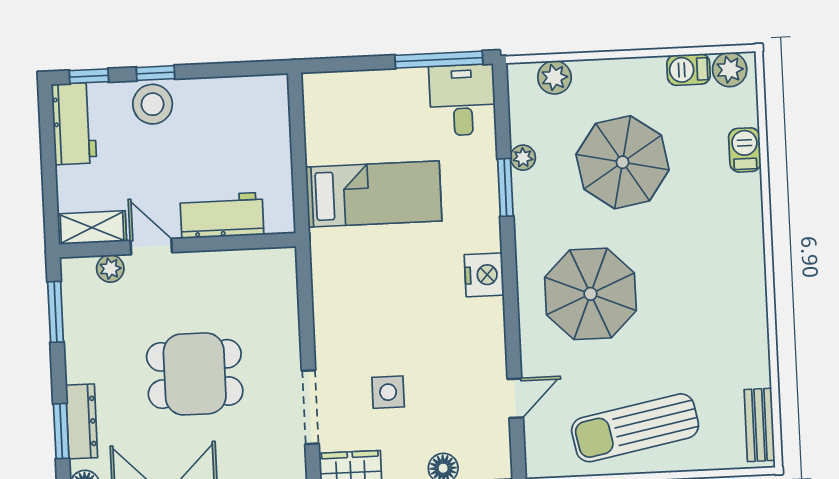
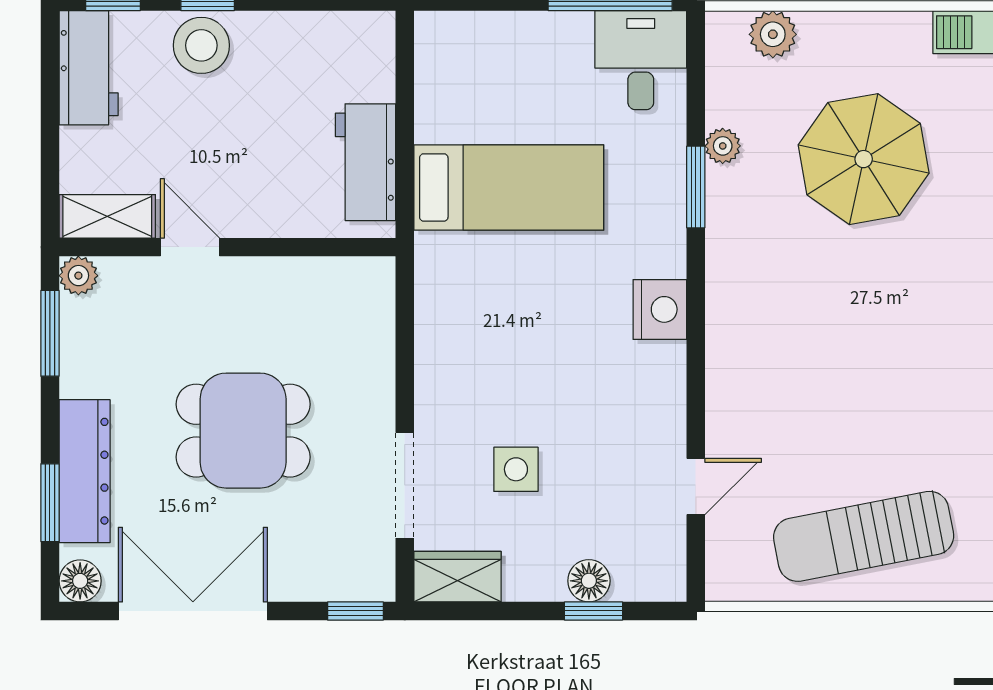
workbench: (222, 216) -> (366, 162), moved, turned -90
plant: (110, 269) -> (78, 276), moved
parasol: (590, 294) -> (809, 344), removed
dresser: (82, 421) -> (85, 471), width x1.37, depth x1.24

